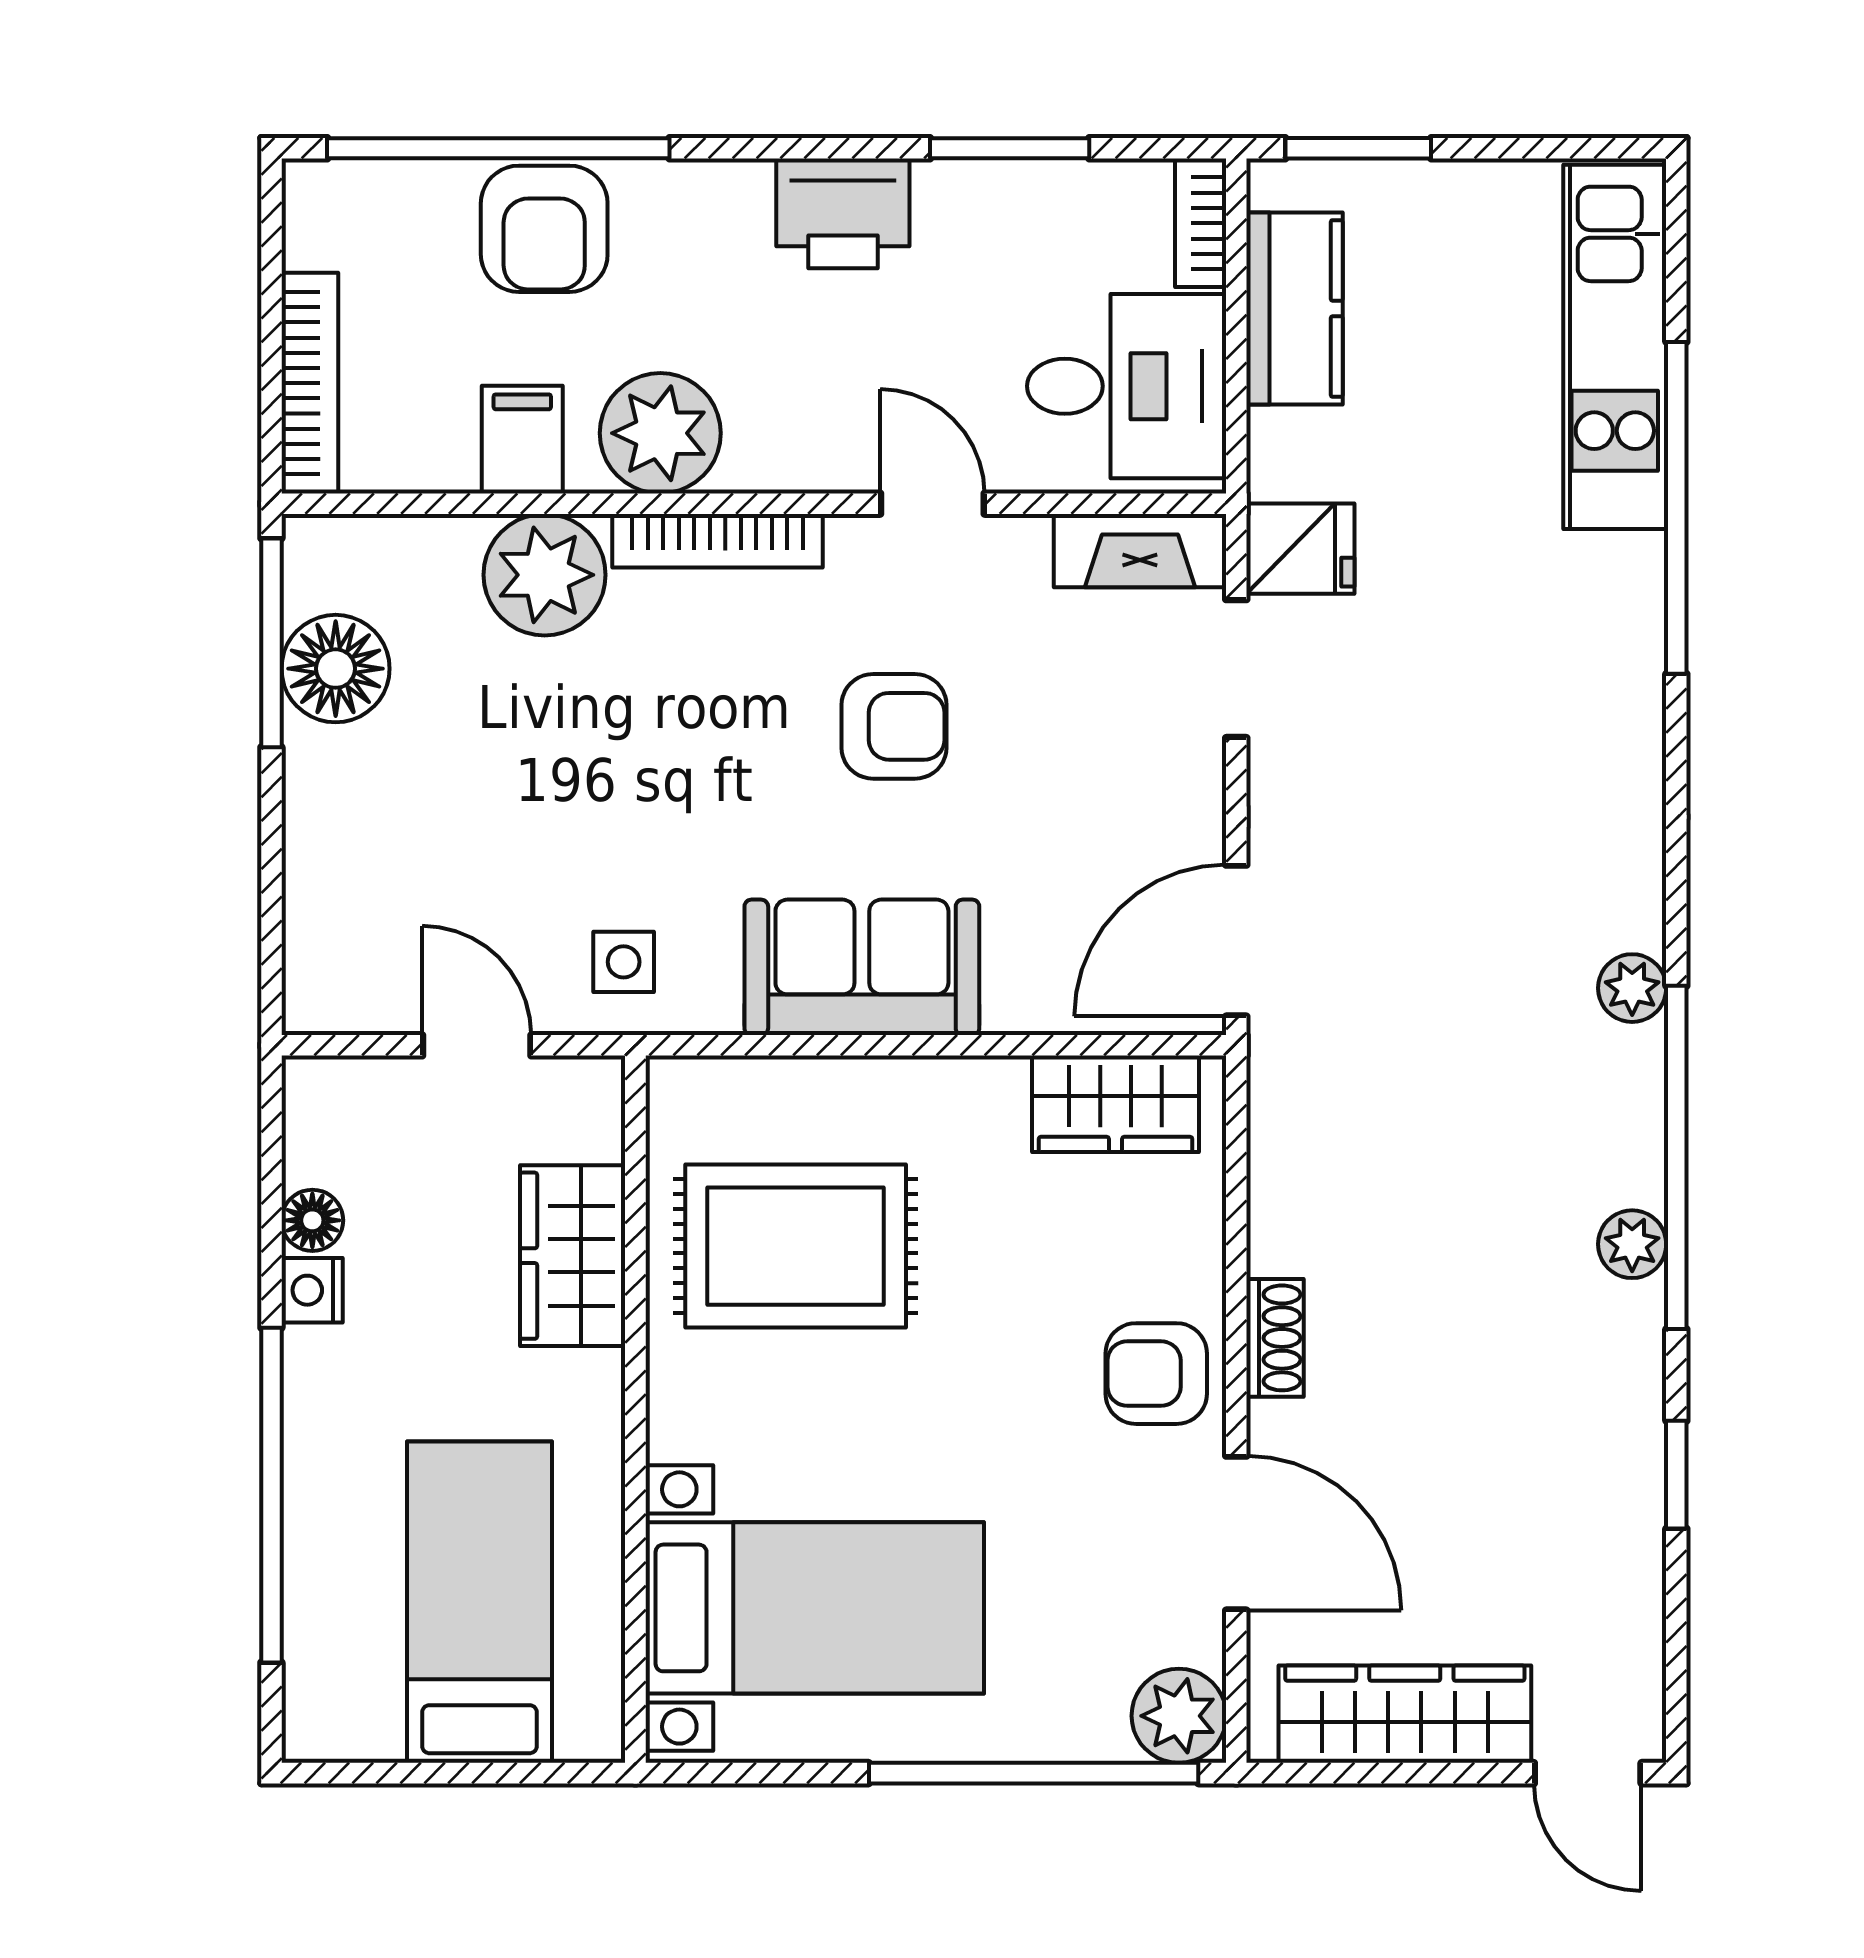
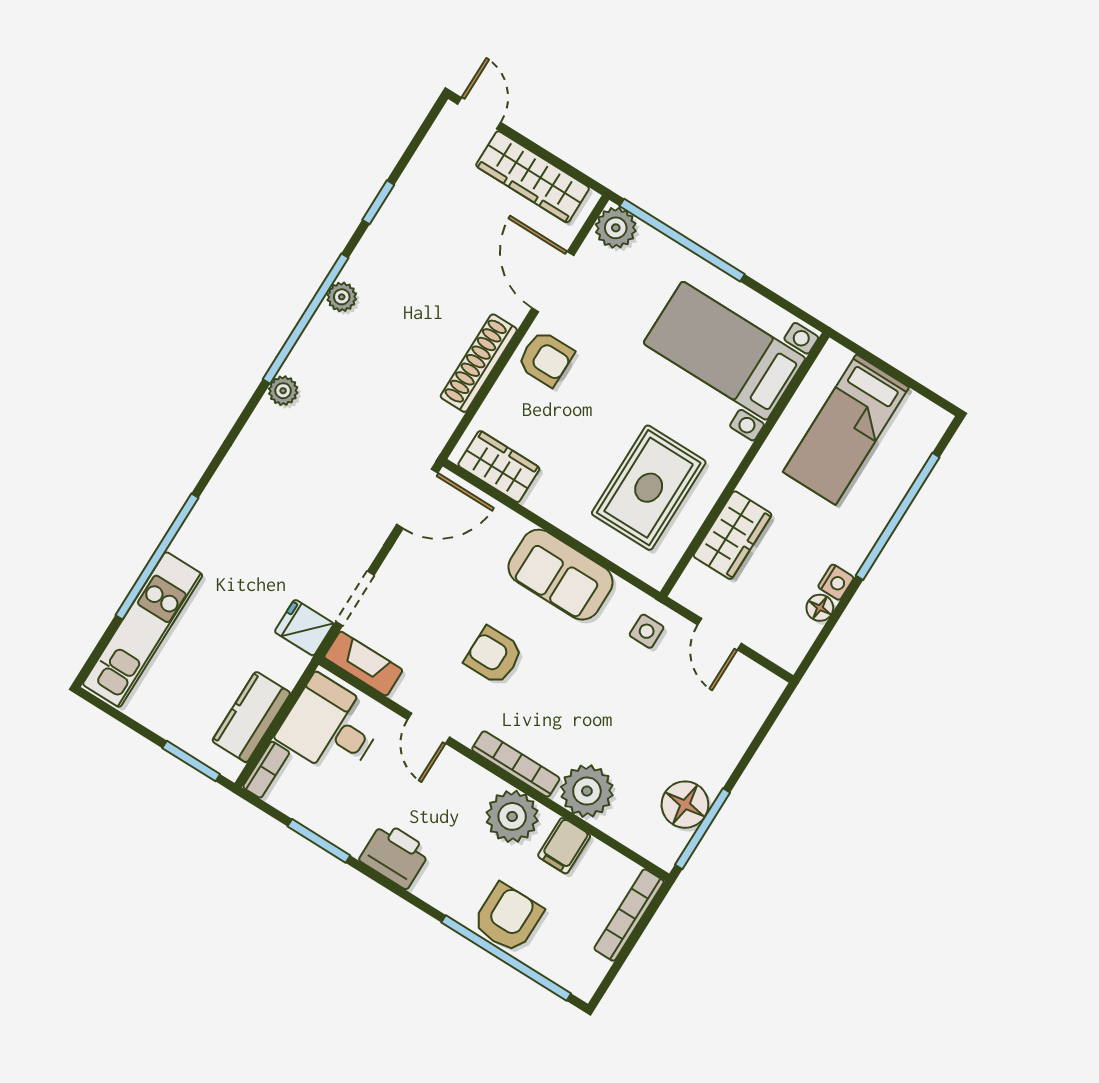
rug: (796, 1246) -> (649, 488), turned 90
shoe rack: (1275, 1338) -> (479, 363), width x1.94, depth x1.24

